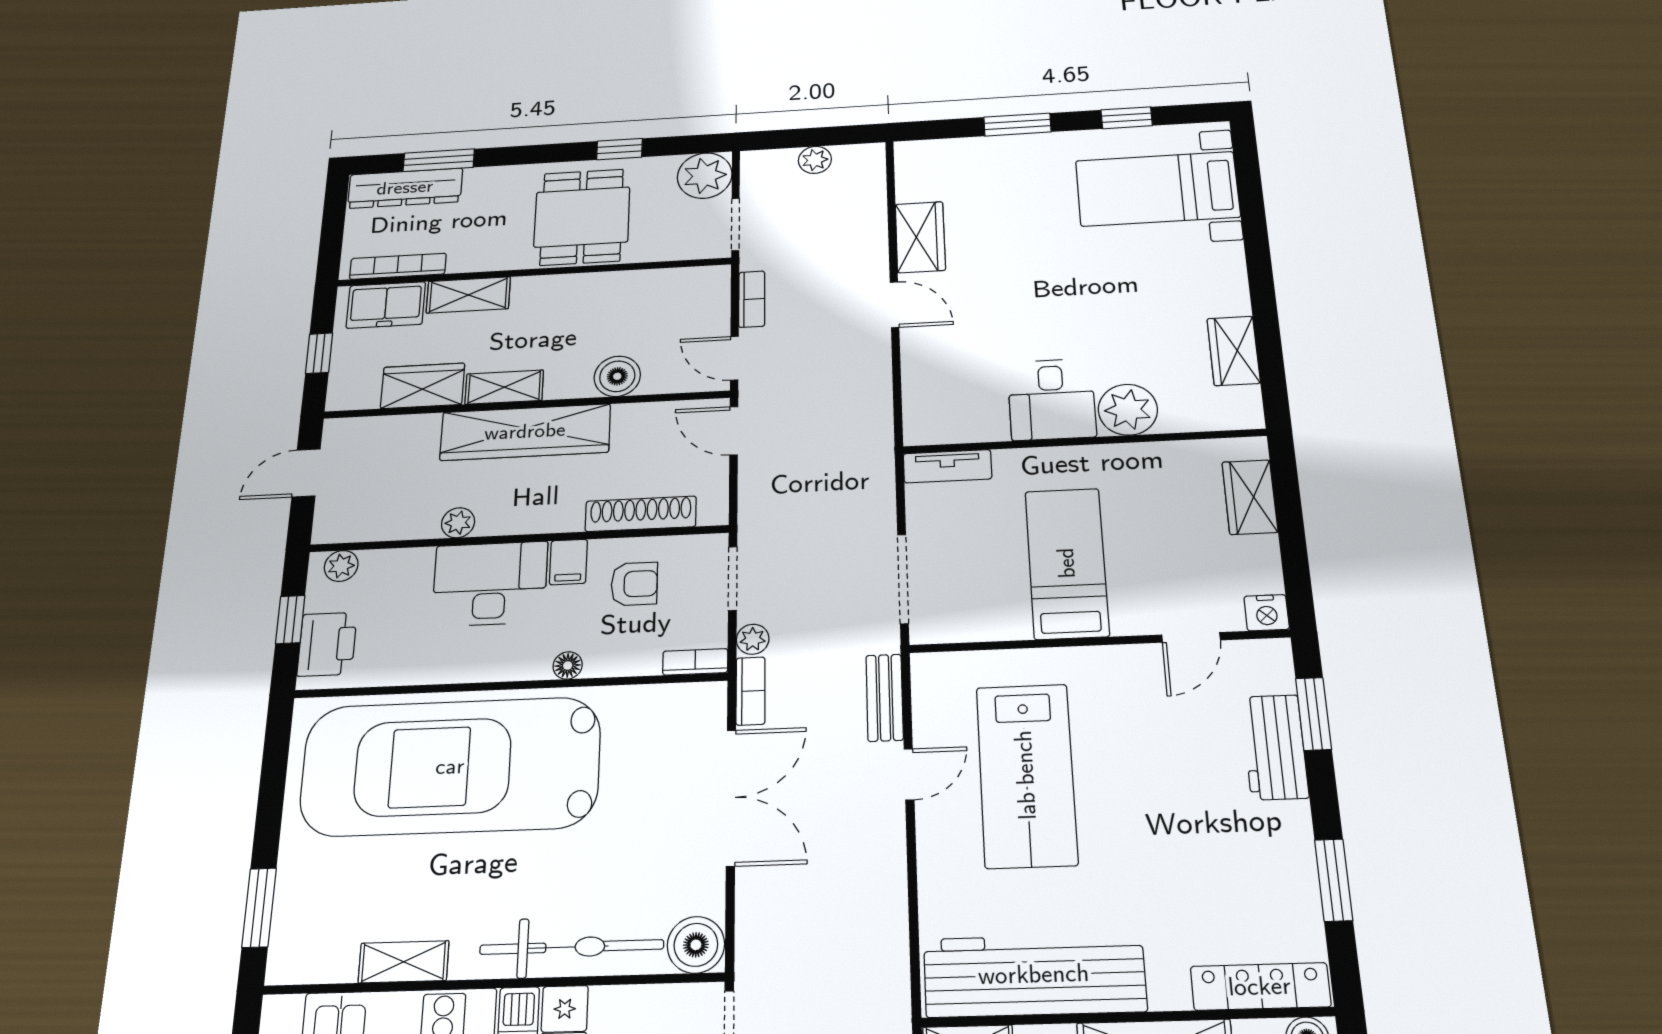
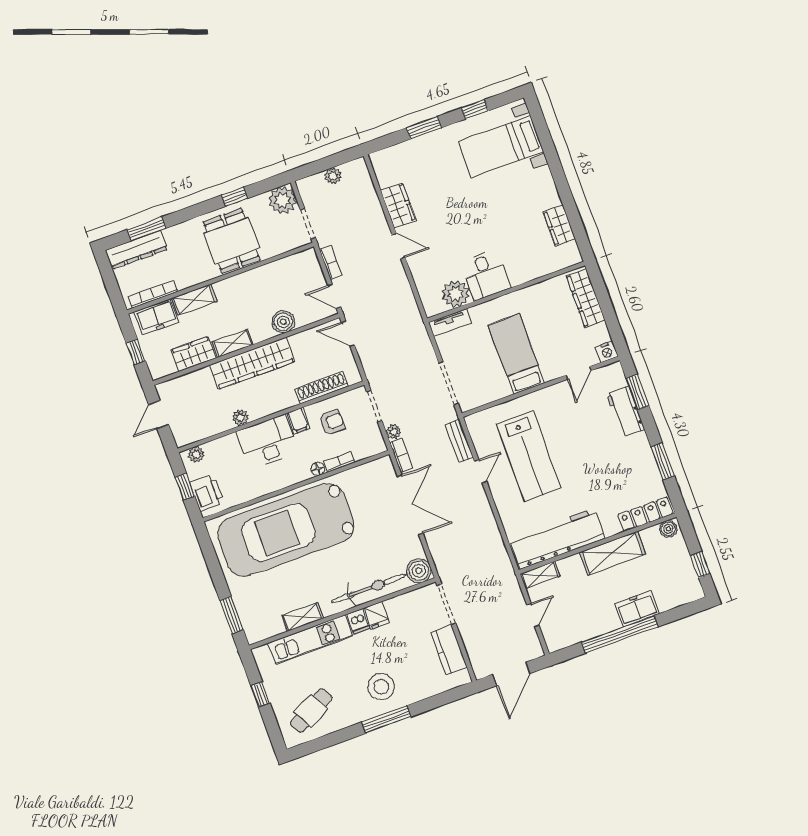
plant: (1128, 410) -> (456, 294), moved
wardrobe: (1250, 497) -> (586, 298), width x1.50
bookcase: (695, 662) -> (340, 462), moved

